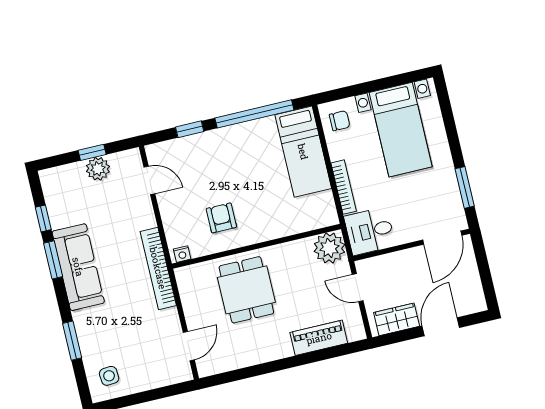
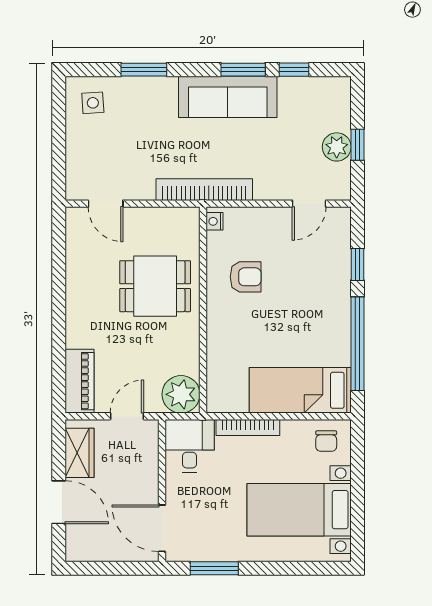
piano: (319, 338) -> (79, 381), moved

